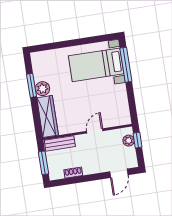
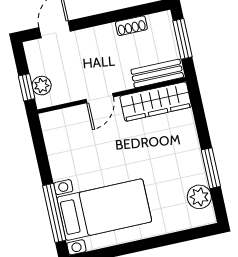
plant: (42, 89) -> (199, 197), moved
wardrobe: (48, 116) -> (156, 102), moved, turned -90

